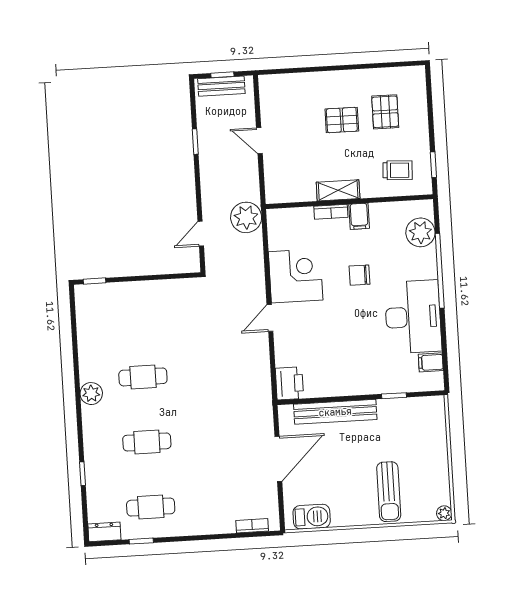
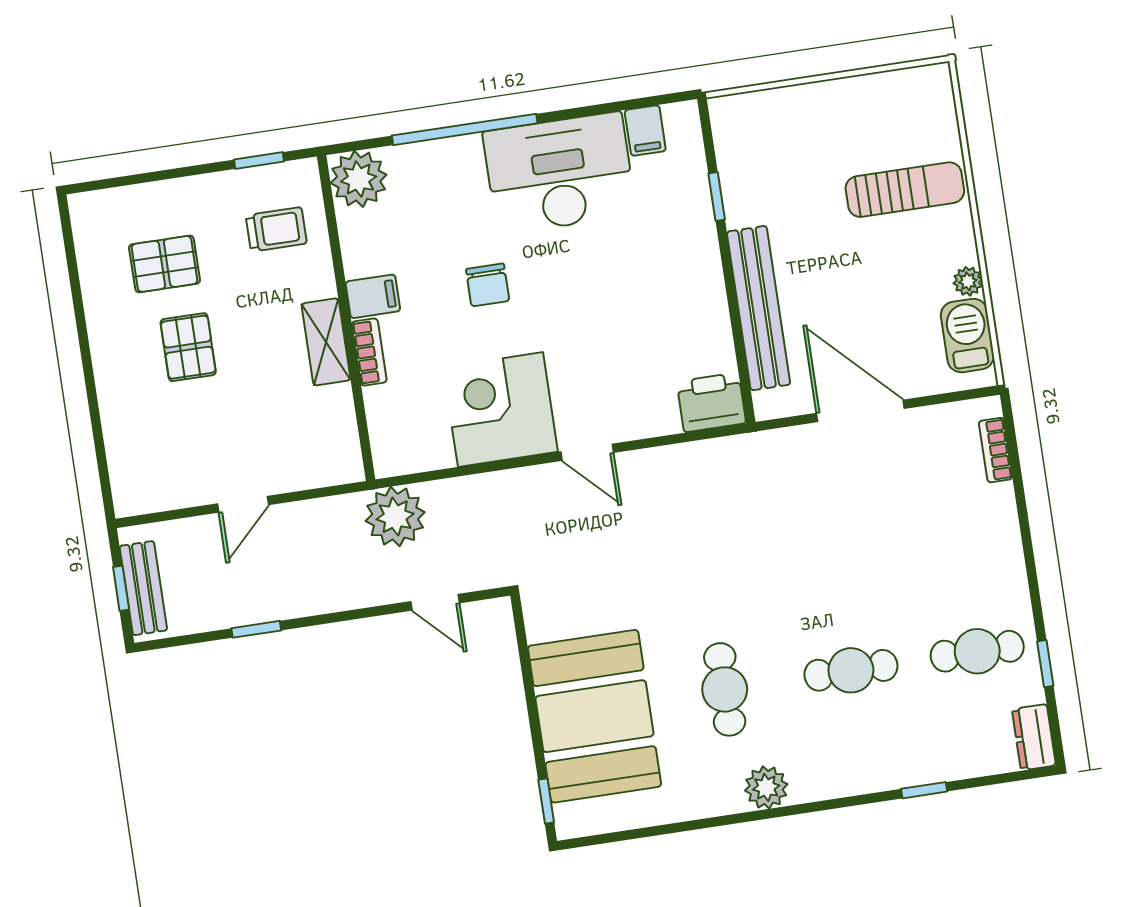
trolley: (398, 170) -> (276, 229), turned 87
plant: (420, 232) -> (359, 179), moved
booth: (135, 309) -> (594, 716), added
cafe table: (147, 442) -> (851, 670), turned 90
cafe table: (151, 507) -> (977, 651), turned 90
plant: (444, 513) -> (968, 281), moved

